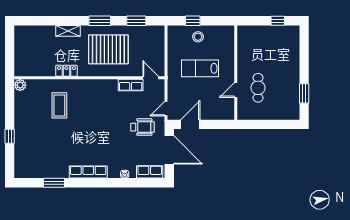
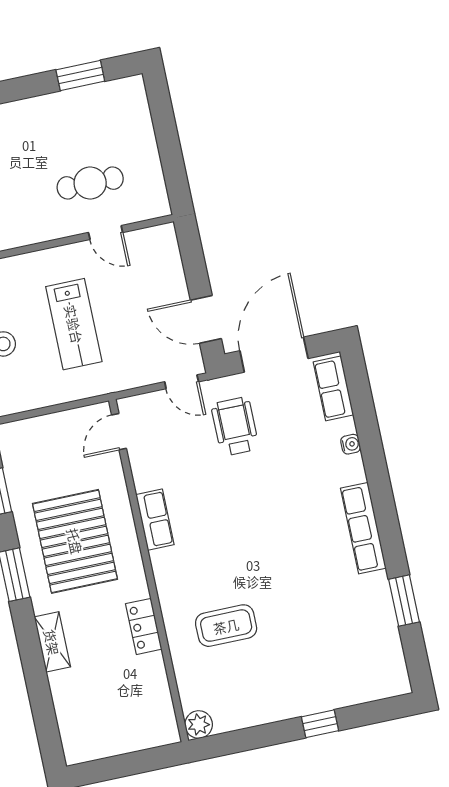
row of seats: (131, 85) -> (155, 520), moved

